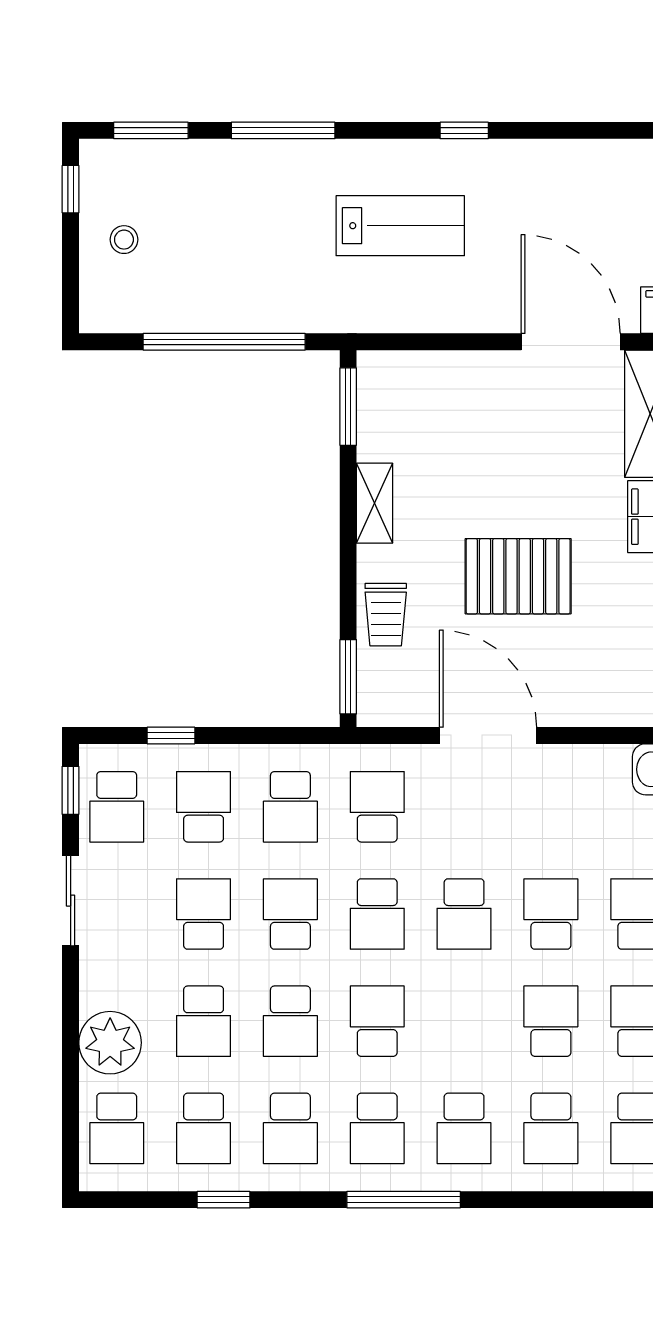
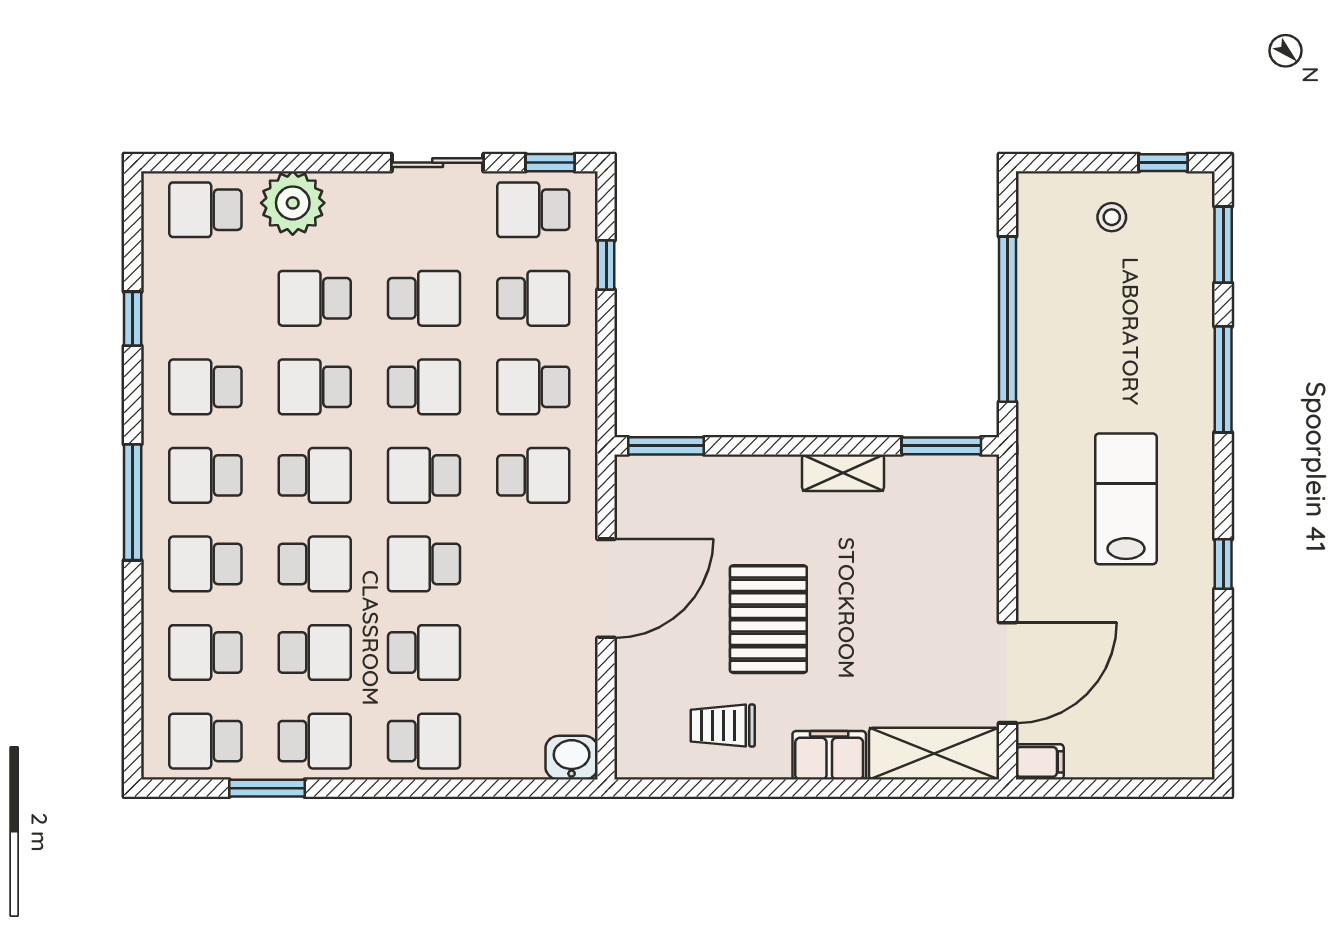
lab bench: (400, 226) -> (1126, 499), turned 180
trolley: (386, 615) -> (723, 726), moved
school desk: (204, 1128) -> (315, 564), moved, turned 180

